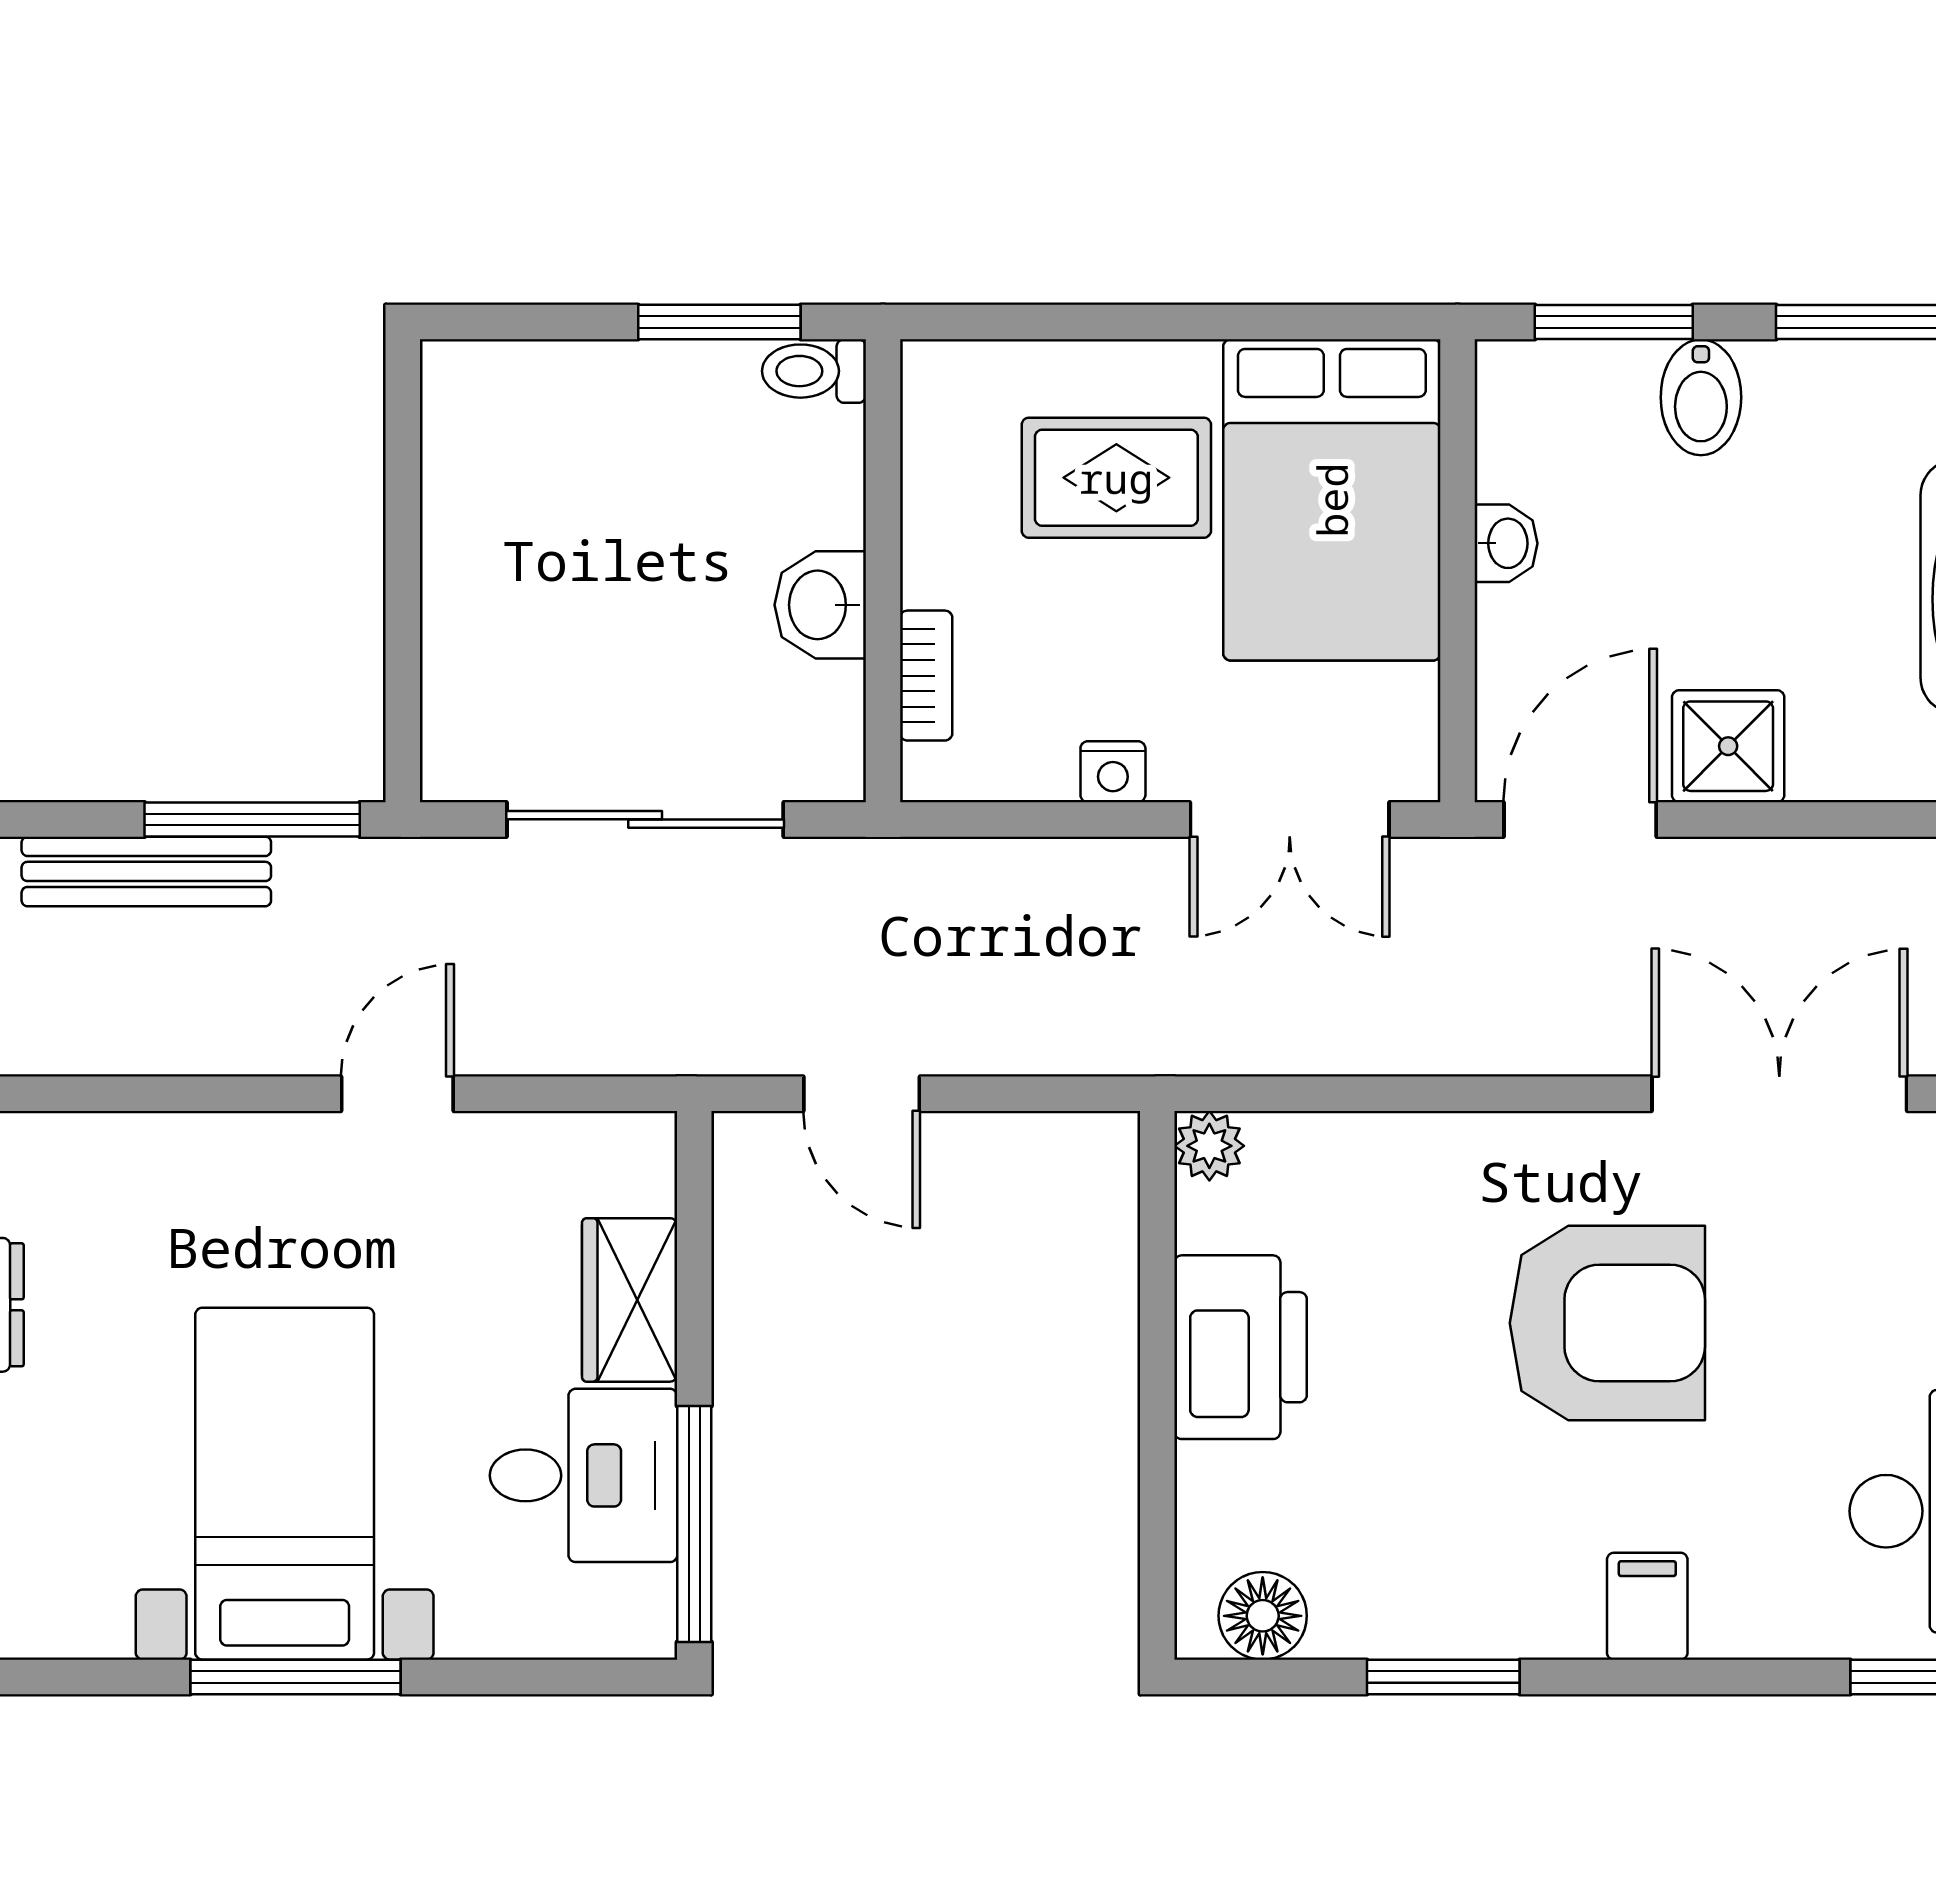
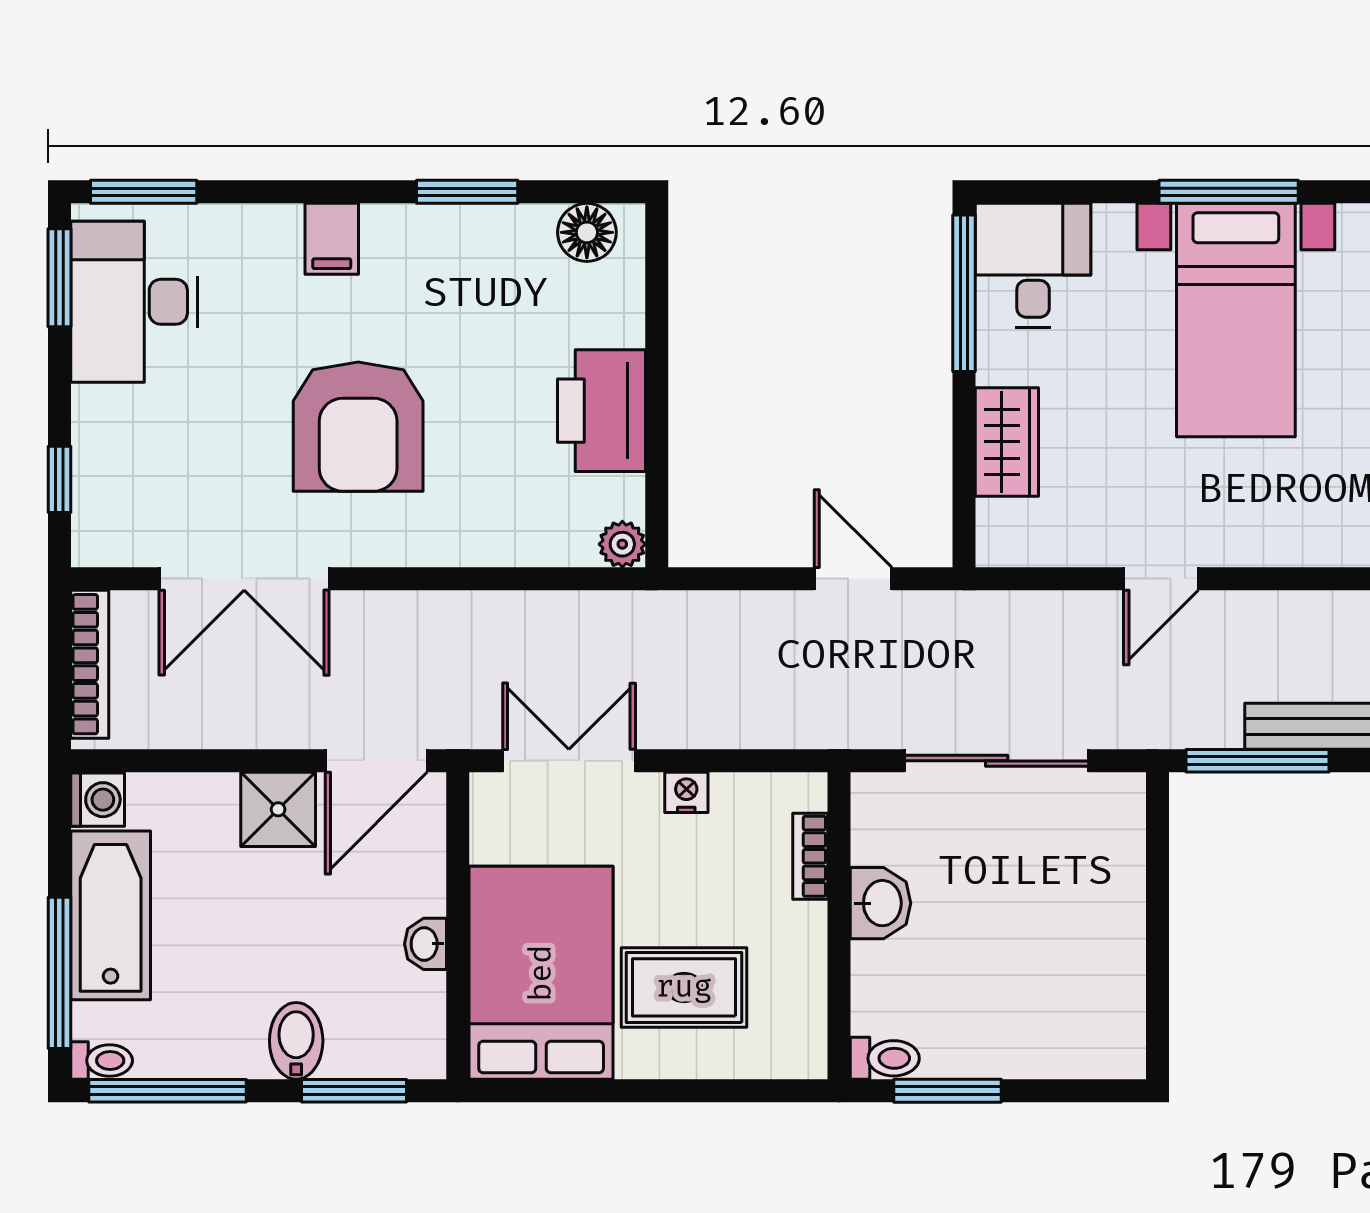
armchair: (1607, 1323) -> (358, 427), turned -90
desk: (584, 1475) -> (1033, 265), moved, turned 90

